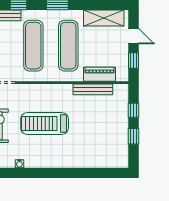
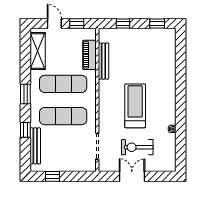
door: (134, 36) -> (54, 24), hinge flipped
treadmill: (45, 124) -> (135, 106), turned 180
window: (134, 136) -> (157, 24), moved

